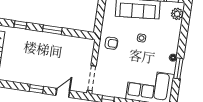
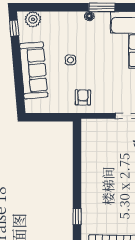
window: (52, 30) -> (77, 175), removed

